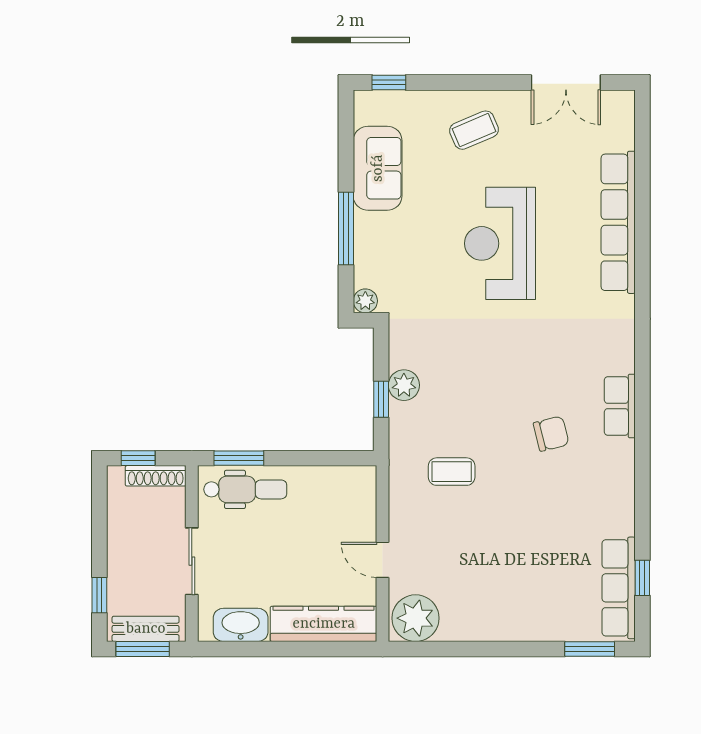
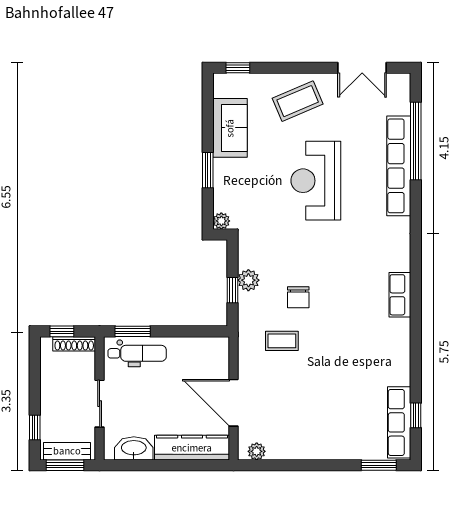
coffee table: (474, 130) -> (298, 101), width x1.36, depth x1.30
window: (642, 187) -> (416, 141), added
window: (346, 228) -> (208, 170), width x0.69
chair: (551, 434) -> (298, 297), moved, turned 104
door: (383, 560) -> (233, 403), width x1.87
plant: (416, 618) -> (257, 451), width x0.53, depth x0.53

